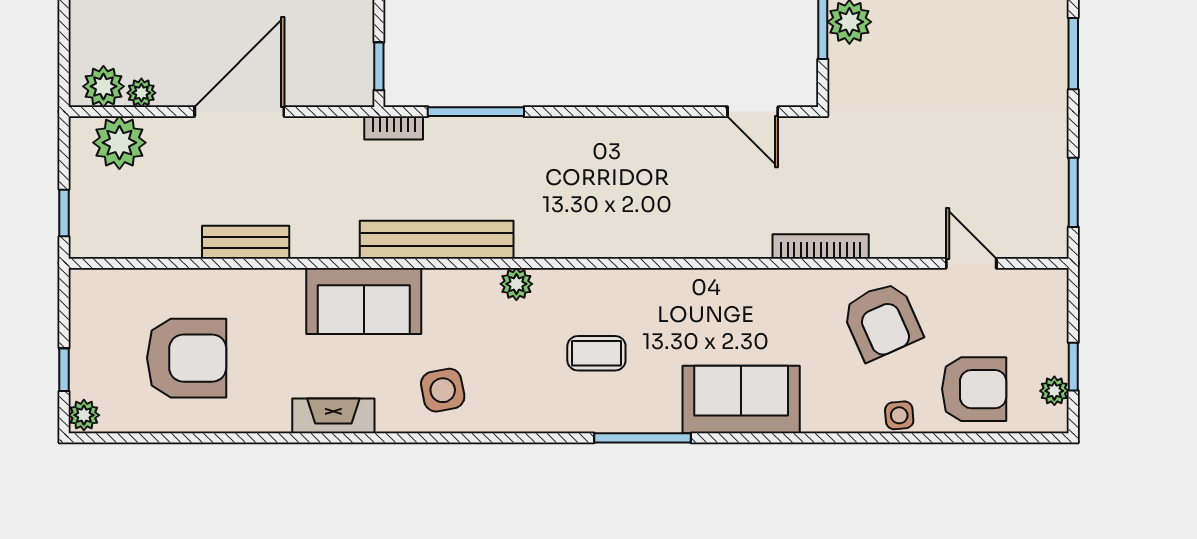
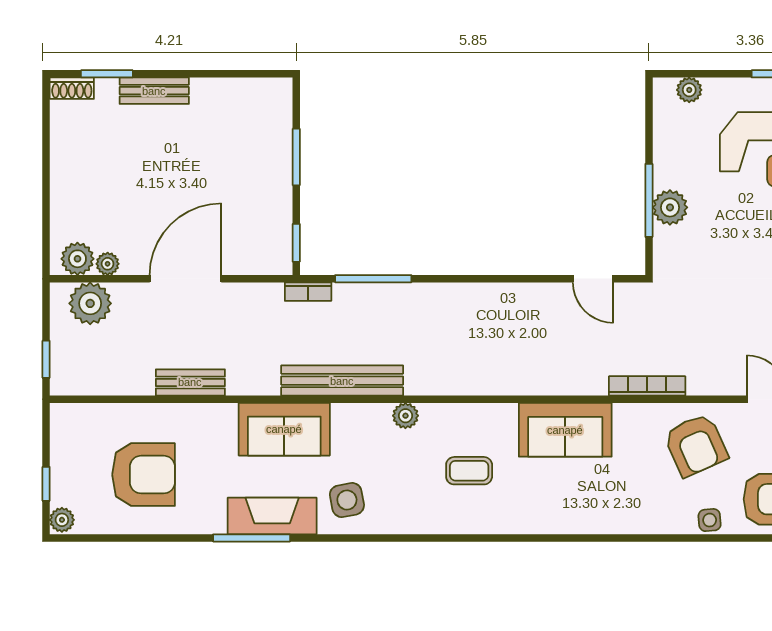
sofa: (741, 400) -> (565, 430), moved, turned 180
fireplace: (333, 416) -> (272, 516), width x1.37, depth x1.32
window: (642, 438) -> (252, 538), moved

